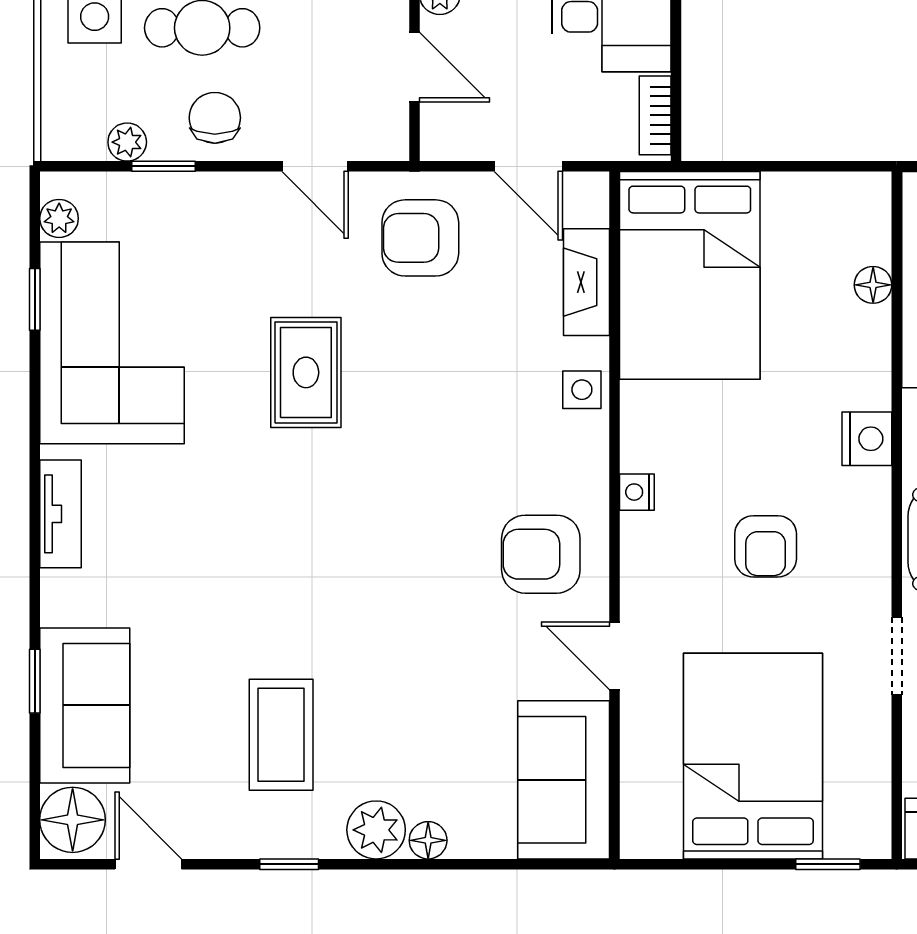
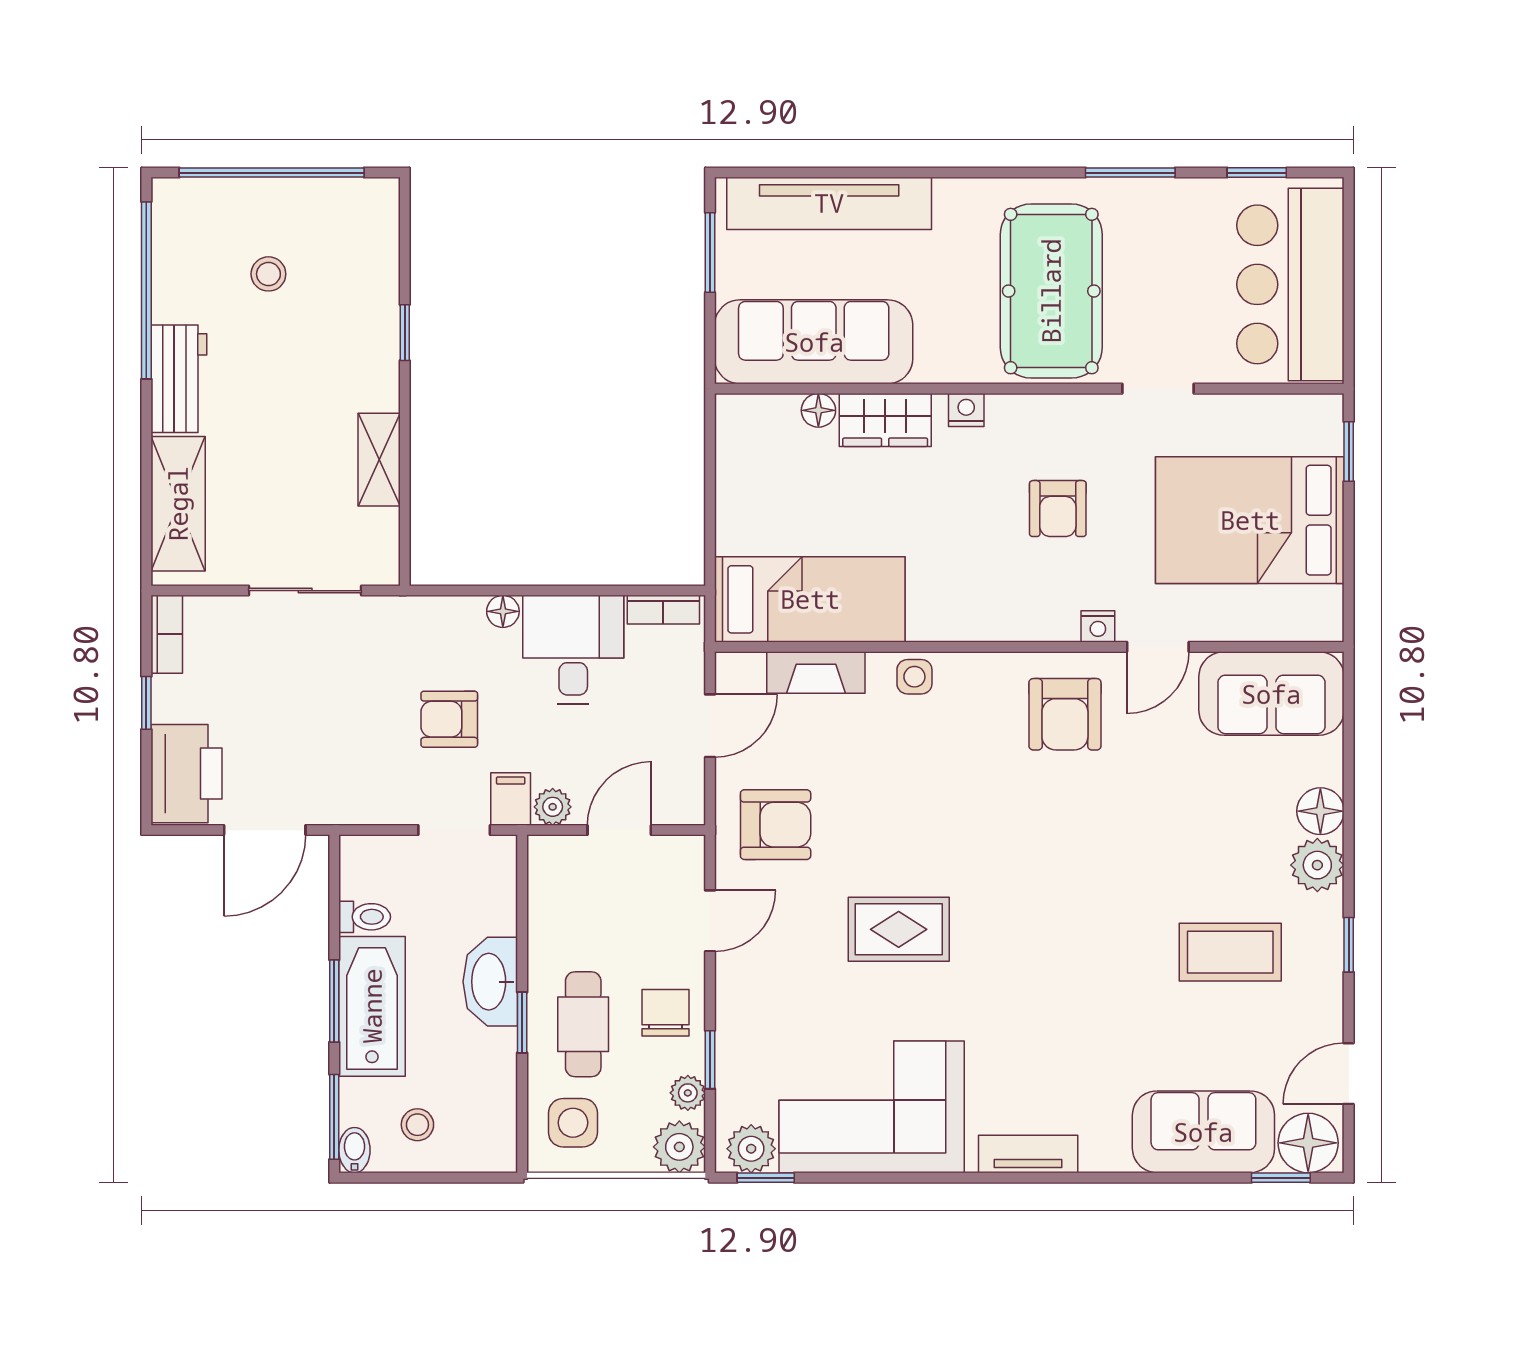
chair: (215, 118) -> (666, 1013), turned 90
plant: (68, 133) -> (679, 1147), added
plant: (59, 218) -> (751, 1149), width x1.38, depth x1.38
armchair: (420, 238) -> (776, 825), turned -90
bed: (690, 275) -> (810, 599), width x0.67
window: (35, 299) -> (766, 1178), moved
wardrobe: (863, 358) -> (885, 420), added
nightstand: (867, 439) -> (966, 410), width x0.72, depth x0.74
nightstand: (637, 492) -> (1098, 626), moved
armchair: (766, 546) -> (1058, 509), turned 90
window: (35, 681) -> (1281, 1178), moved
floor lamp: (428, 840) -> (1320, 811), width x1.37, depth x1.37

